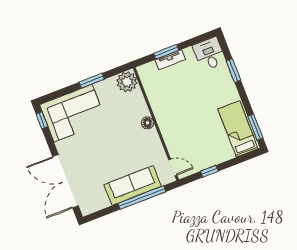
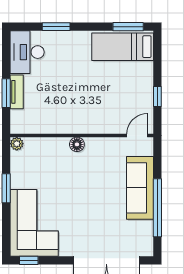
desk: (209, 54) -> (27, 52), width x1.37
plant: (127, 82) -> (17, 144), width x0.53, depth x0.53
window: (142, 197) -> (157, 208), moved

